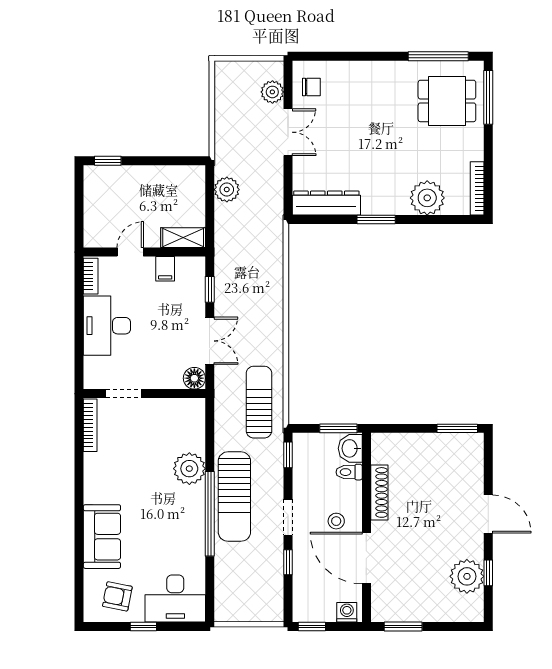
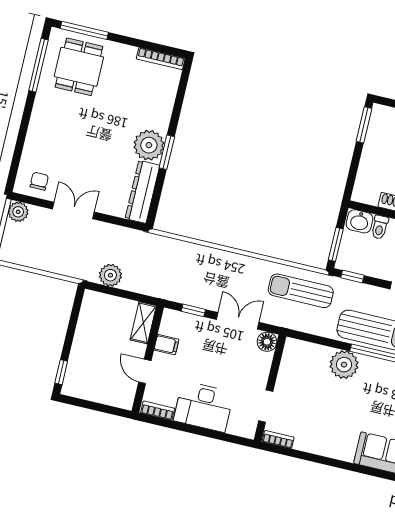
plant: (272, 92) -> (18, 212), moved
plant: (427, 198) -> (149, 145), moved
bookcase: (90, 425) -> (278, 439), width x0.64
window: (338, 428) -> (336, 244), moved

